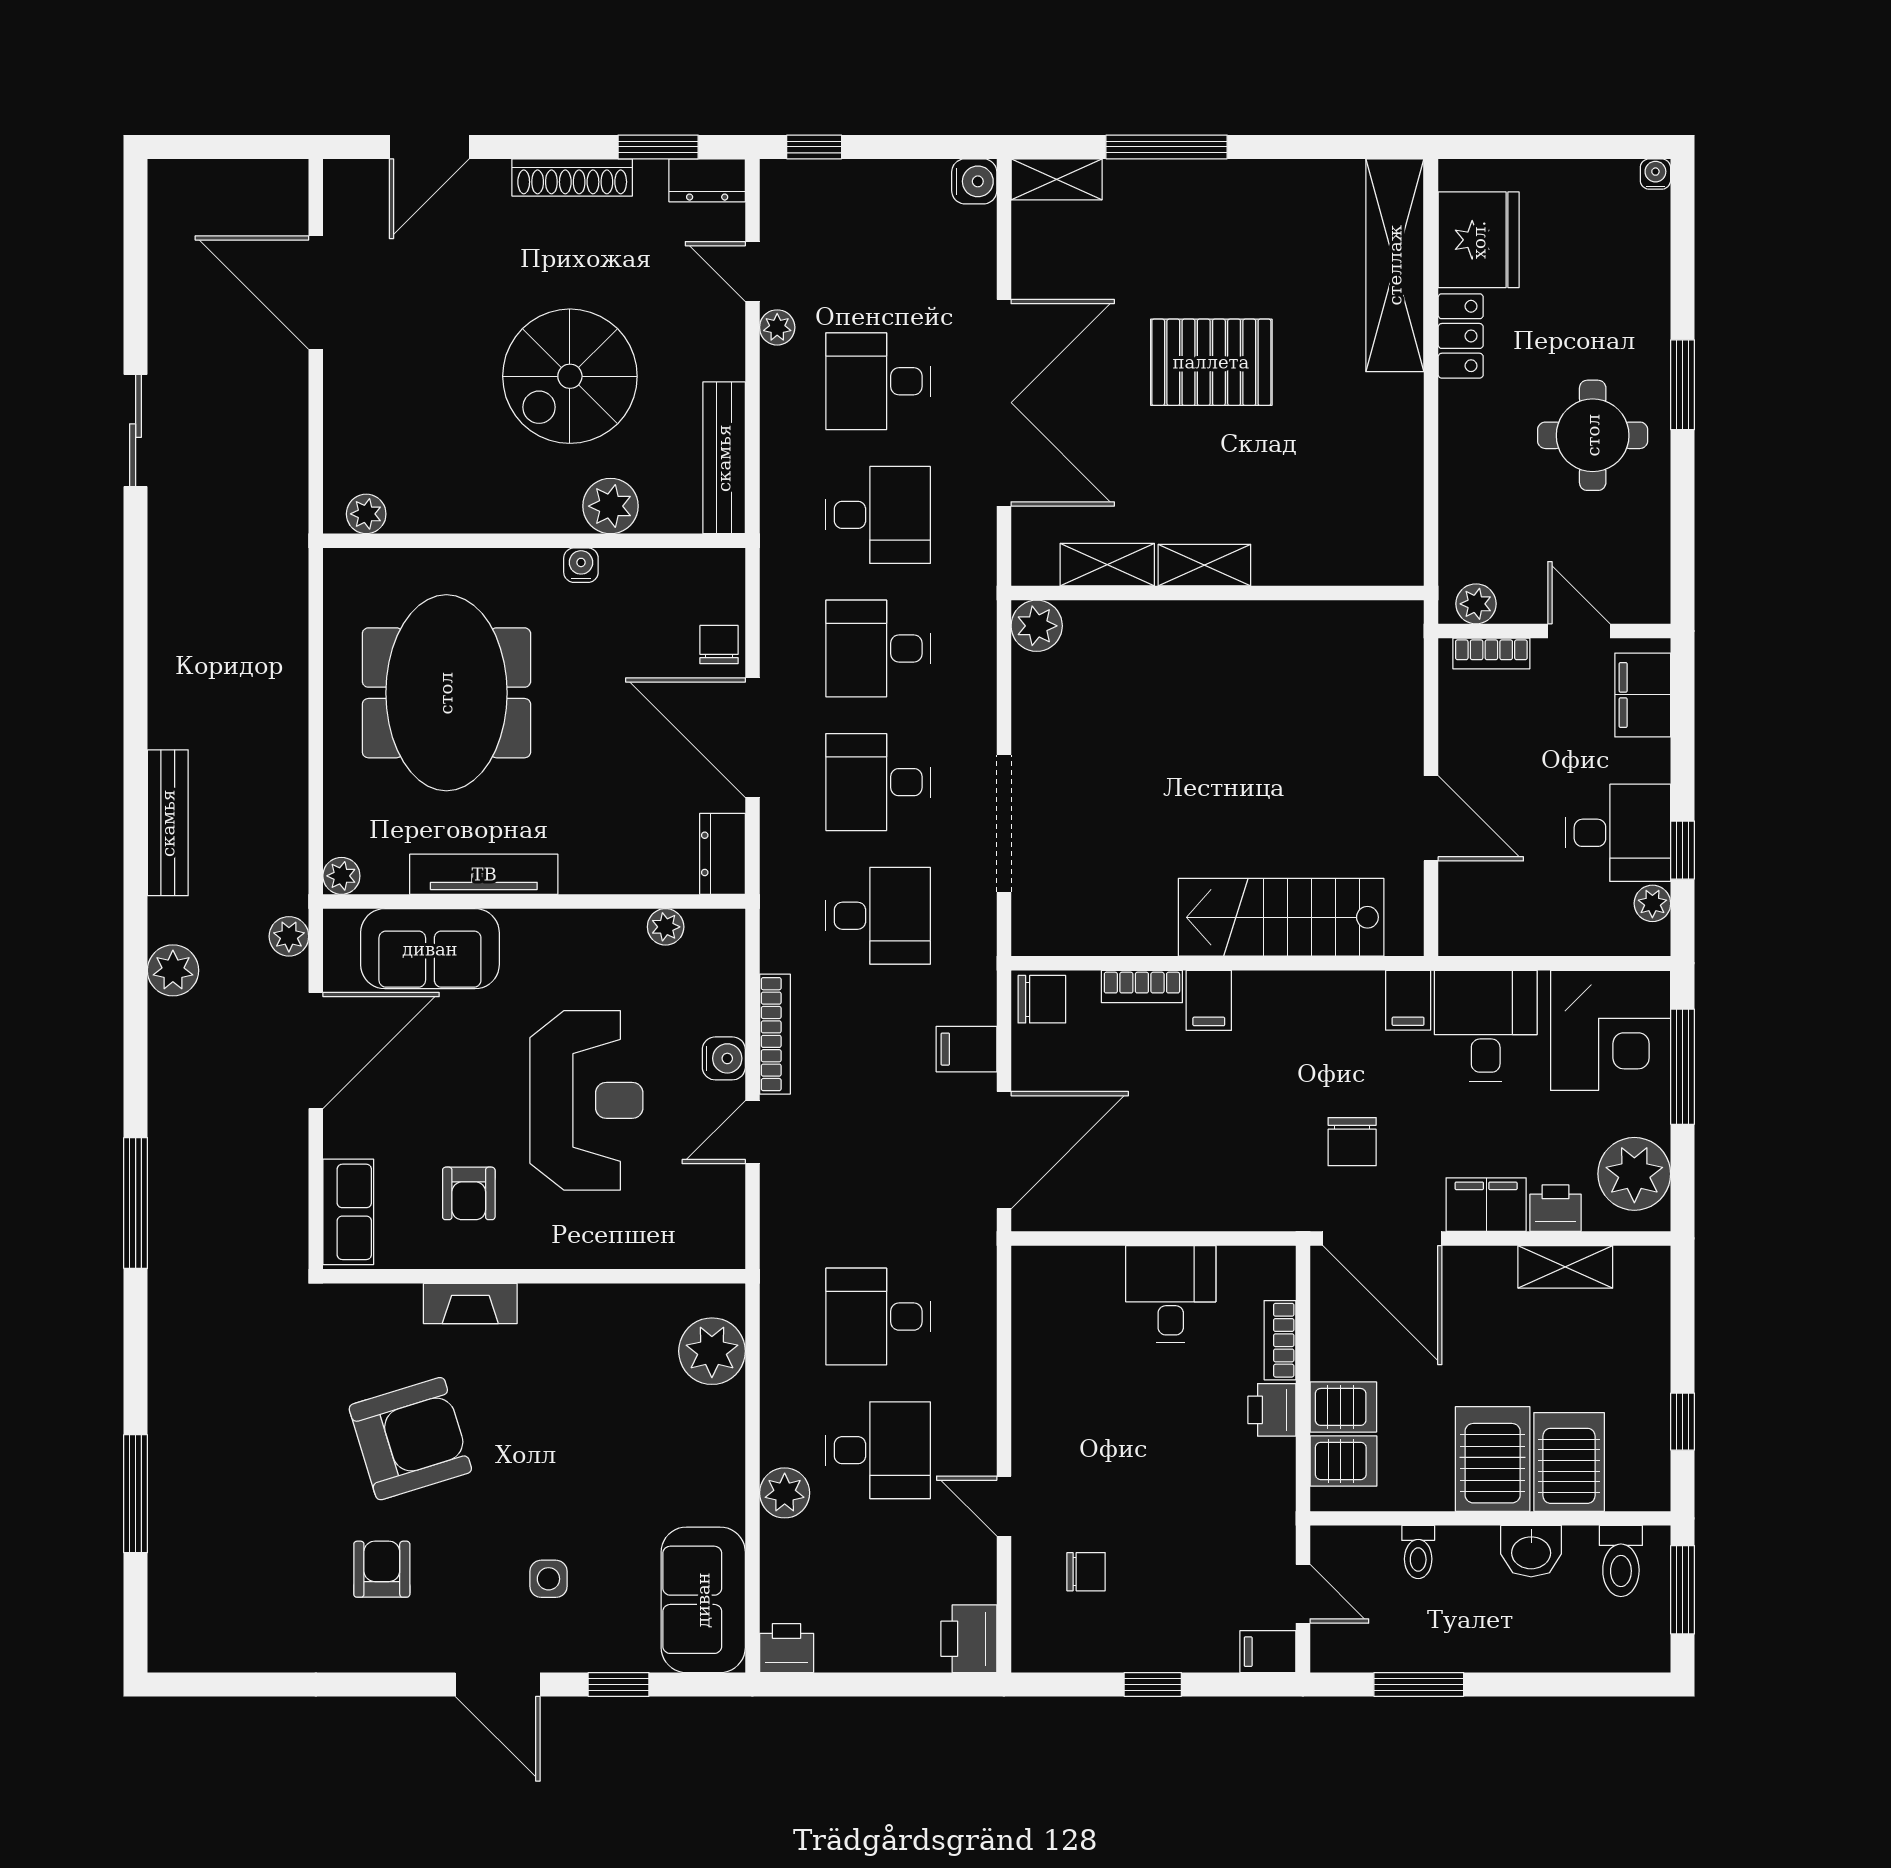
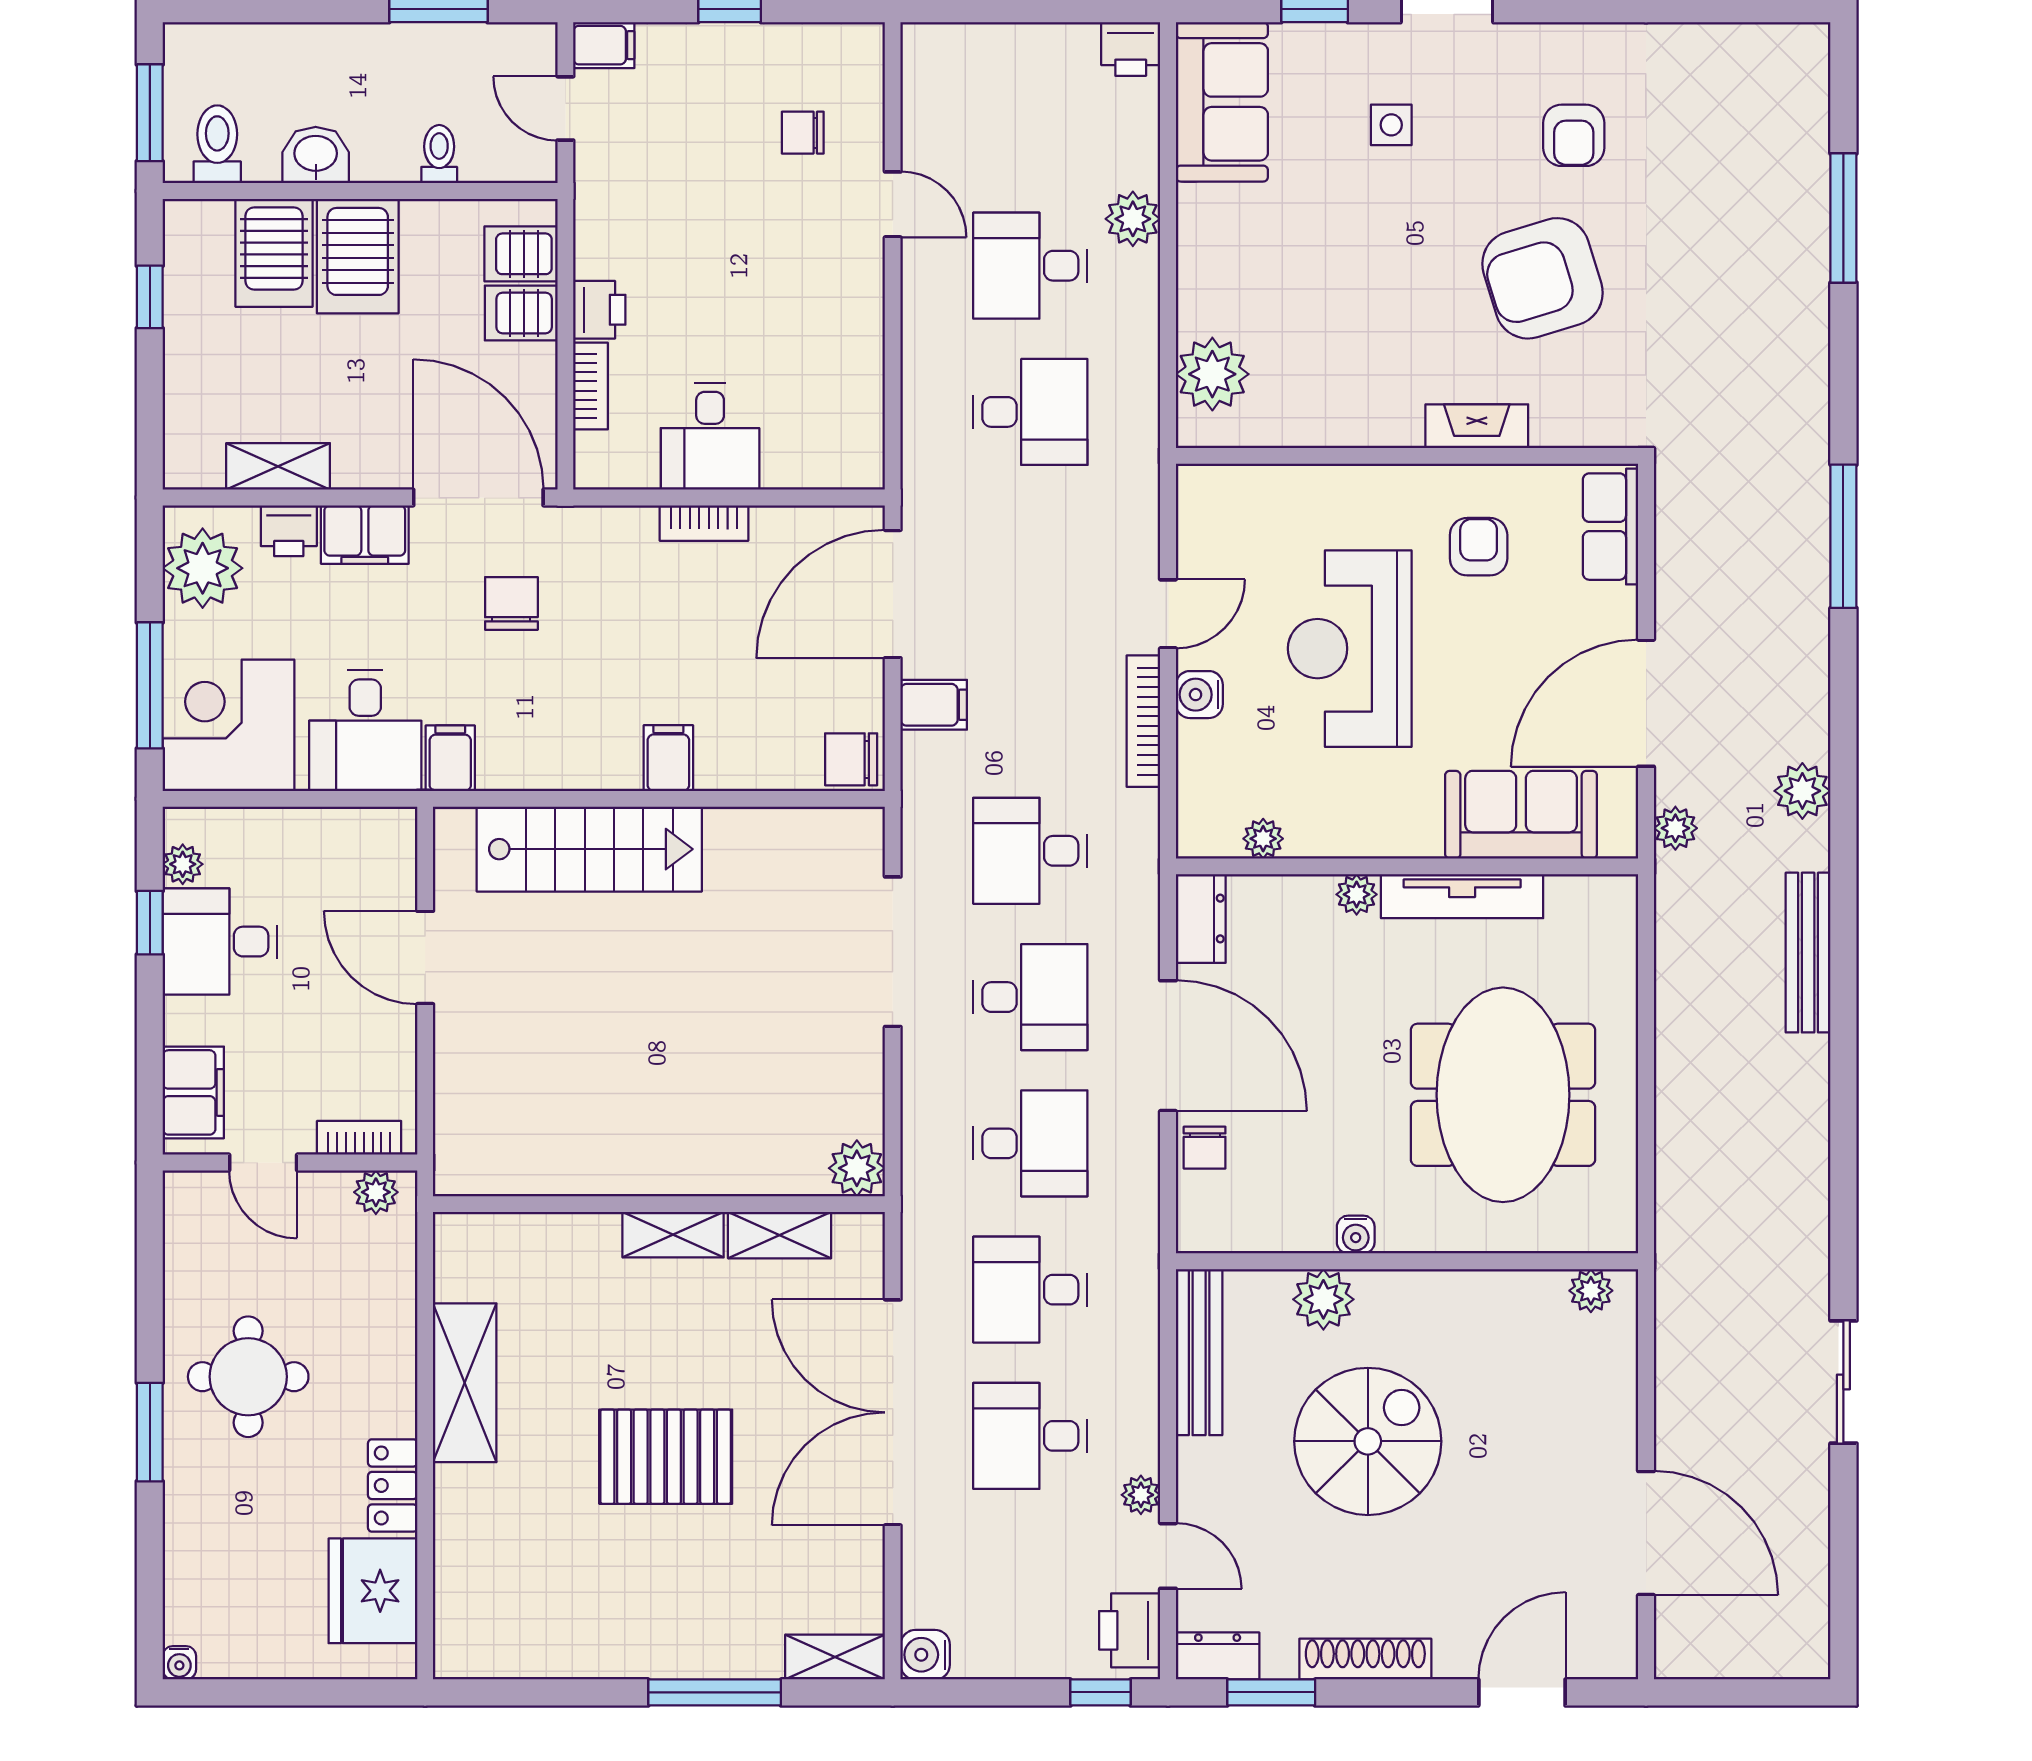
shelving: (1395, 265) -> (465, 1383), moved, width x0.68
desk: (878, 381) -> (1030, 1436), turned 180
plant: (341, 876) -> (1357, 894), moved
bookcase: (1142, 986) -> (704, 523), moved, turned 180
printer: (969, 1639) -> (1130, 1630), moved, turned 180

